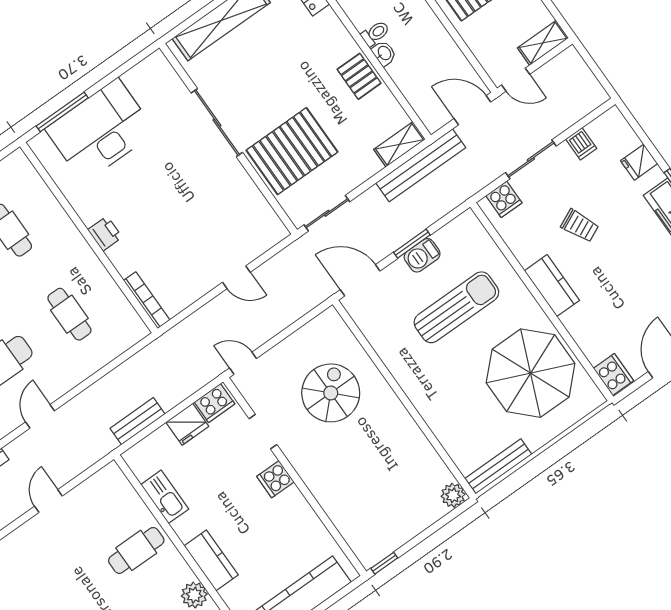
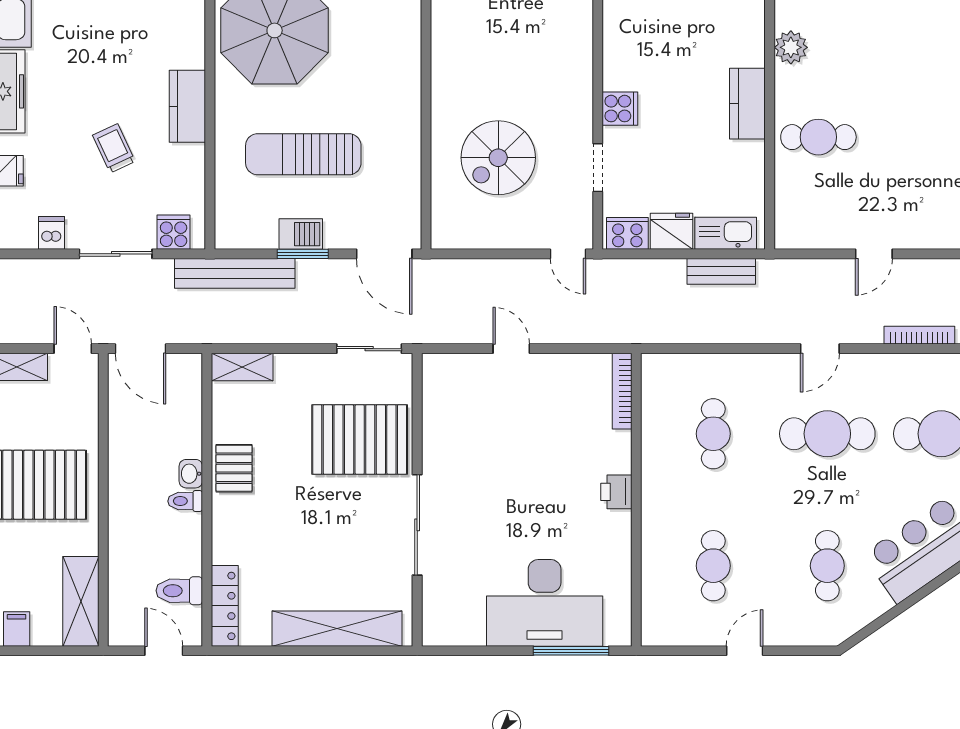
bench: (421, 165) -> (235, 273), moved
kitchen sink: (165, 497) -> (726, 233), moved, turned 90
kitchen counter: (211, 560) -> (747, 104), moved

